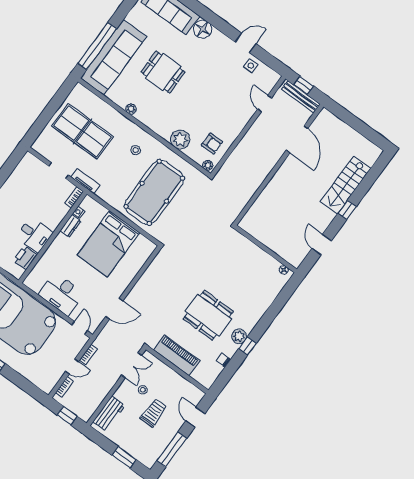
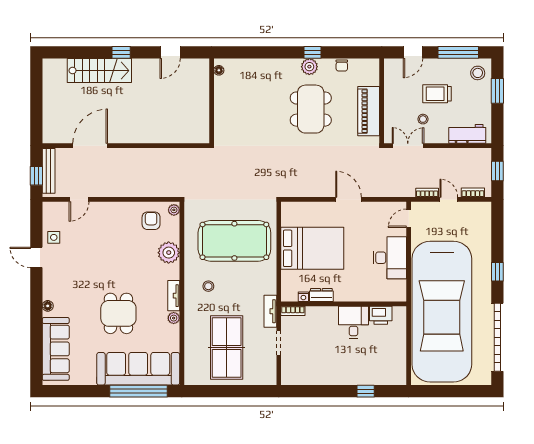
floor lamp: (203, 29) -> (48, 306), width x0.53, depth x0.53
tv unit: (147, 121) -> (174, 296), added
door: (114, 309) -> (348, 199), moved
stool: (147, 453) -> (478, 73), added

